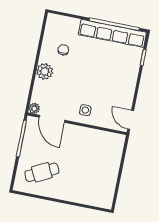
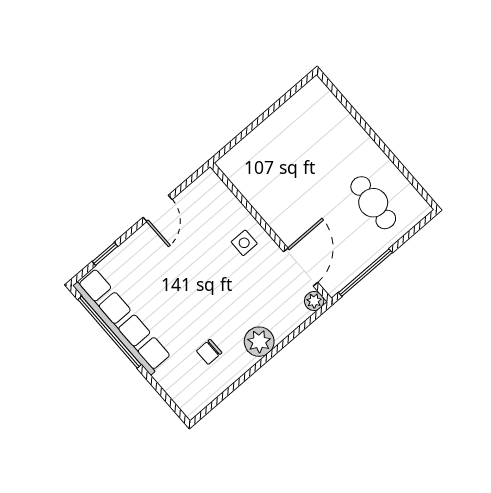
door: (131, 120) -> (158, 208), moved
cafe table: (42, 172) -> (373, 203), turned 31

